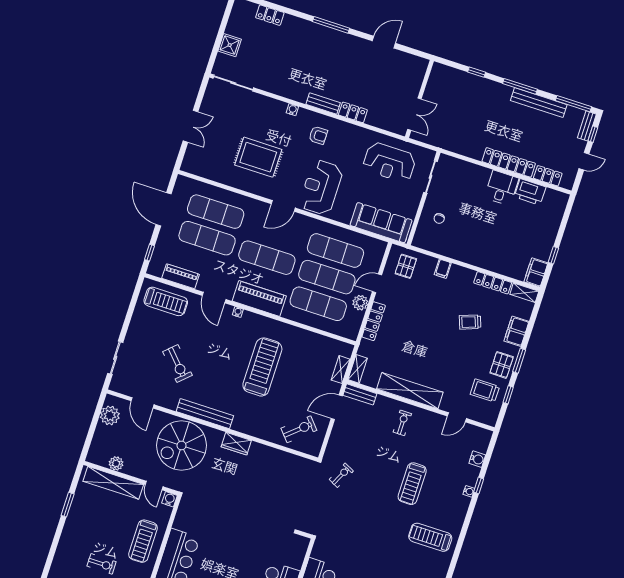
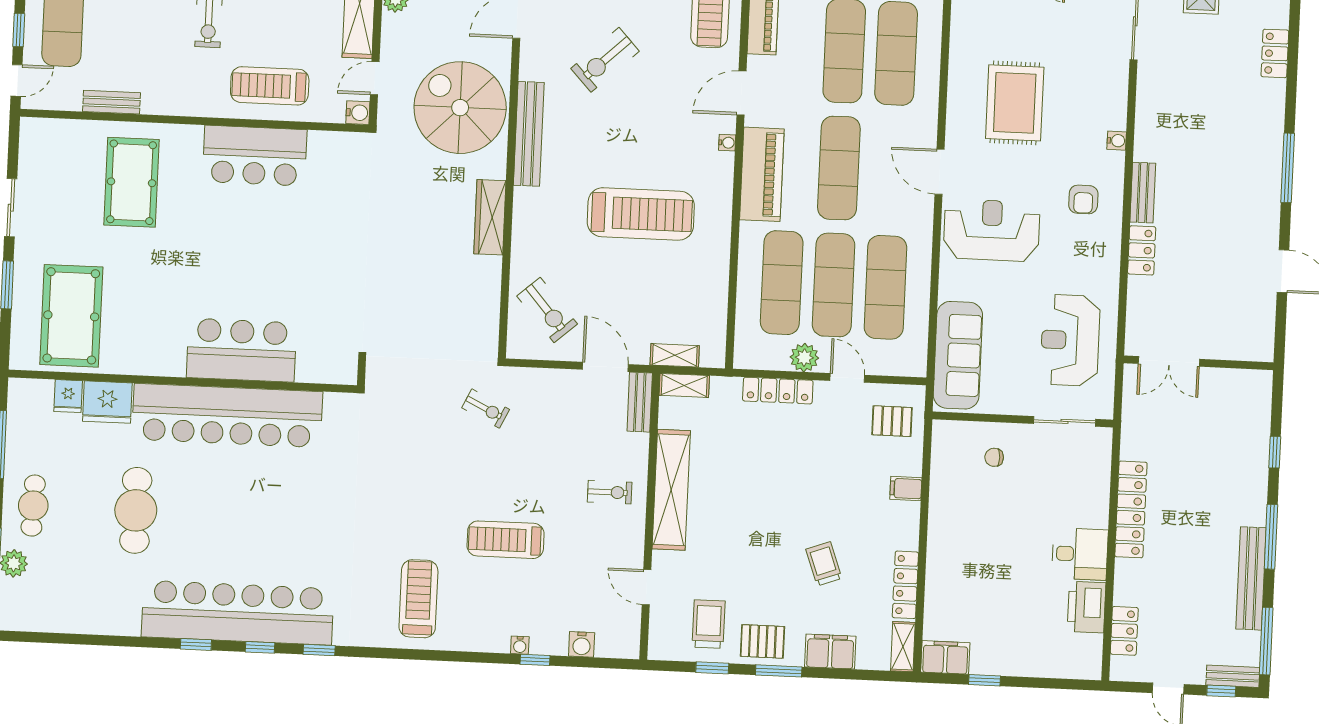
locker: (509, 162) -> (1131, 509), moved
wardrobe: (236, 444) -> (490, 217), width x1.50

